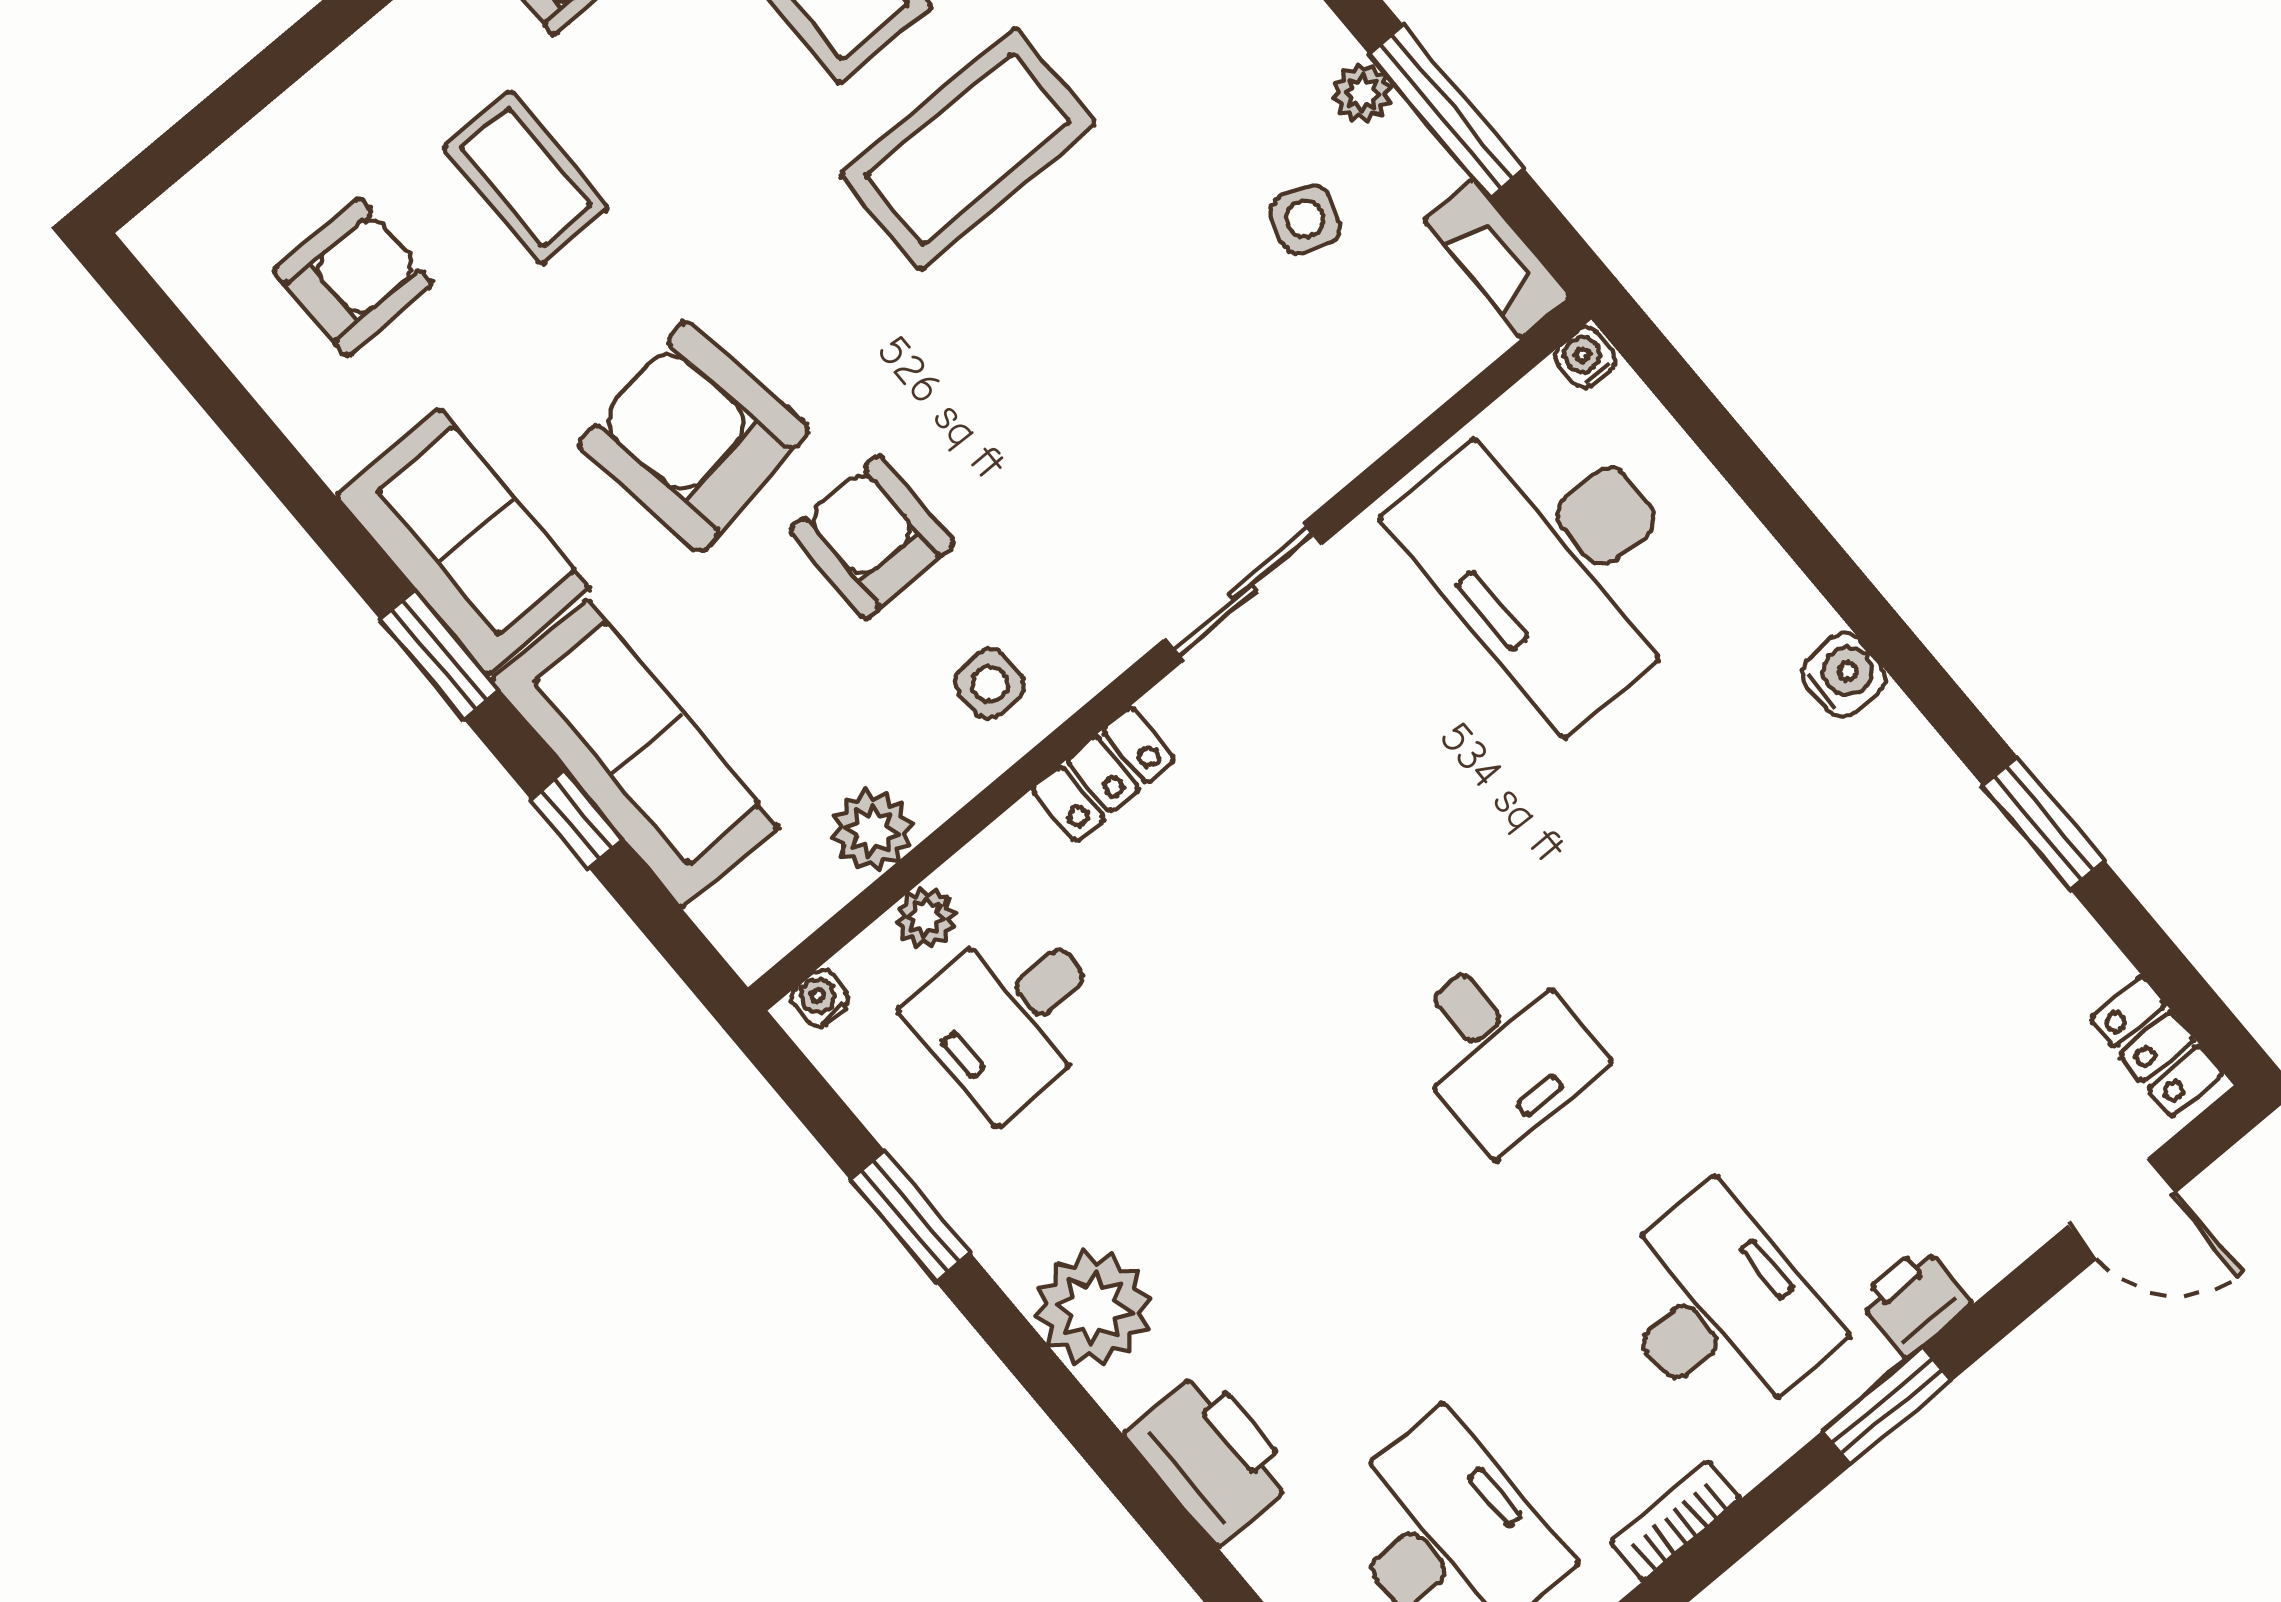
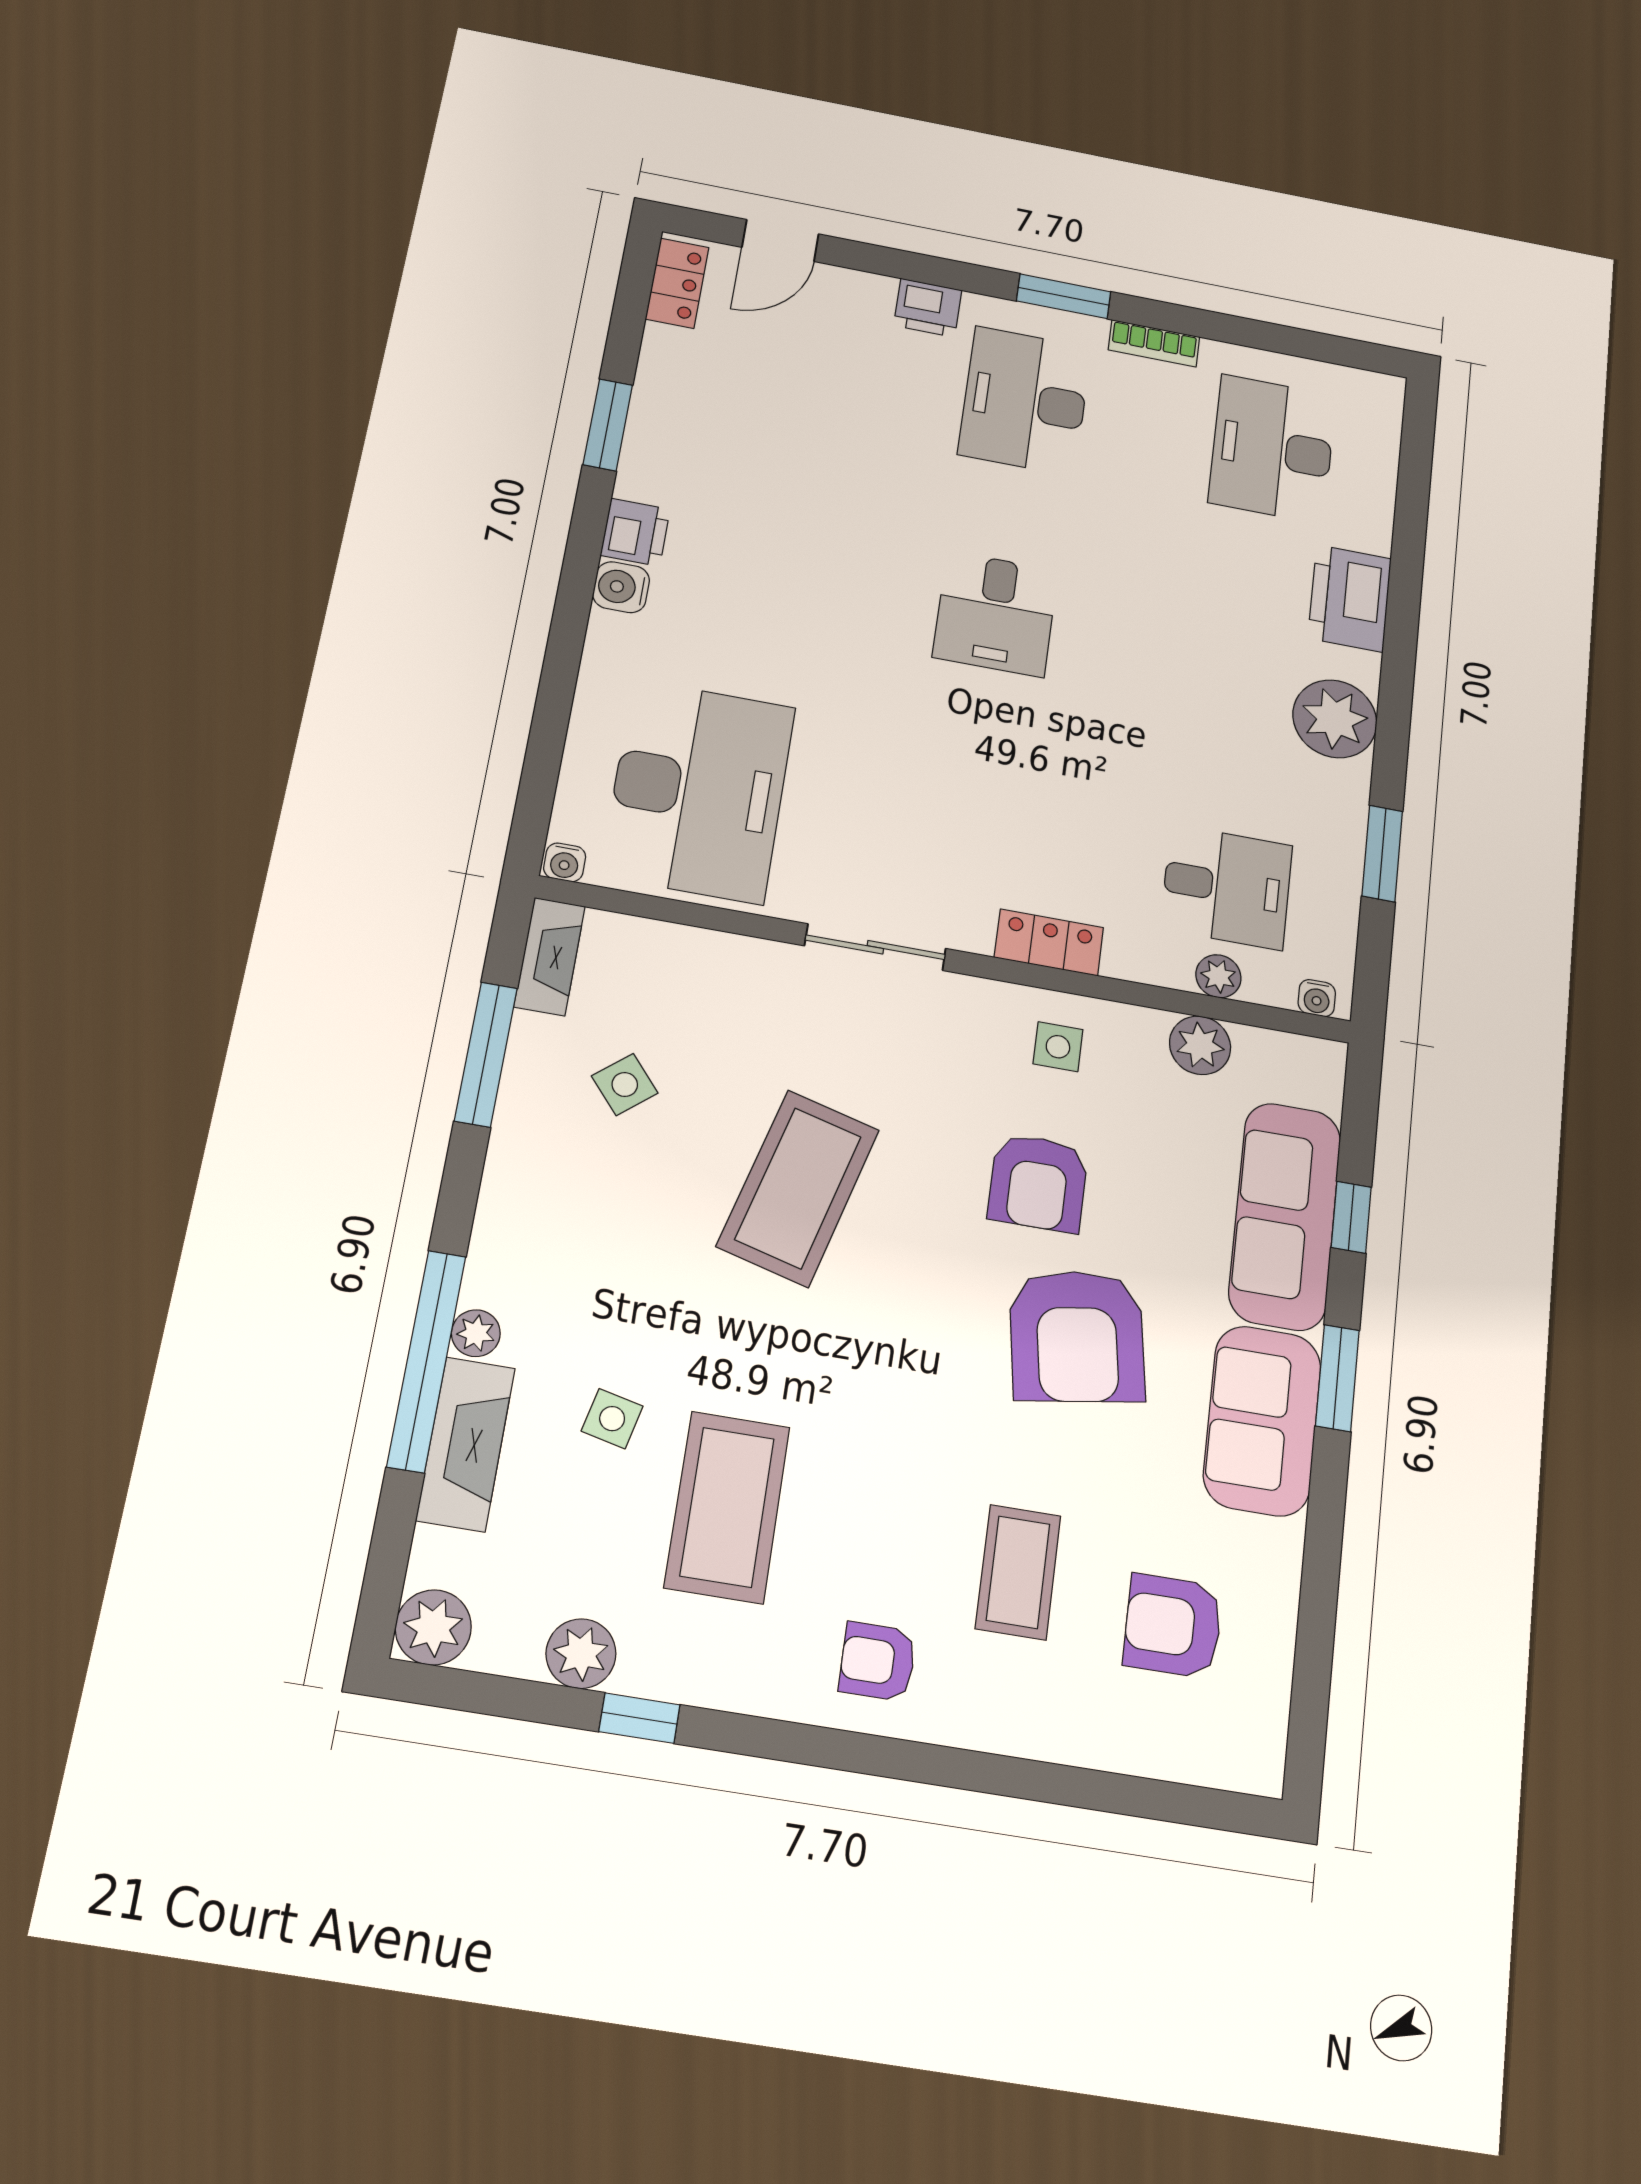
plant: (1362, 93) -> (518, 1112), removed
coffee table: (968, 149) -> (798, 1188), moved, turned -75
side table: (1305, 219) -> (625, 1084), turned 31
printer: (1895, 744) -> (635, 532), added
desk: (1501, 1048) -> (995, 614), turned 180
door: (2122, 1209) -> (780, 241), swing flipped
window: (1887, 1406) -> (1064, 296), moved

